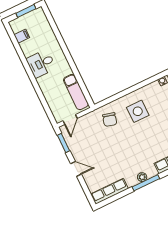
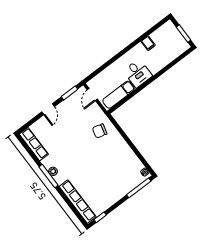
filing cabinet: (22, 36) -> (148, 43), moved
desk: (41, 64) -> (138, 73), moved, turned 180
side table: (138, 111) -> (113, 155), removed
door: (70, 120) -> (92, 95), hinge flipped

